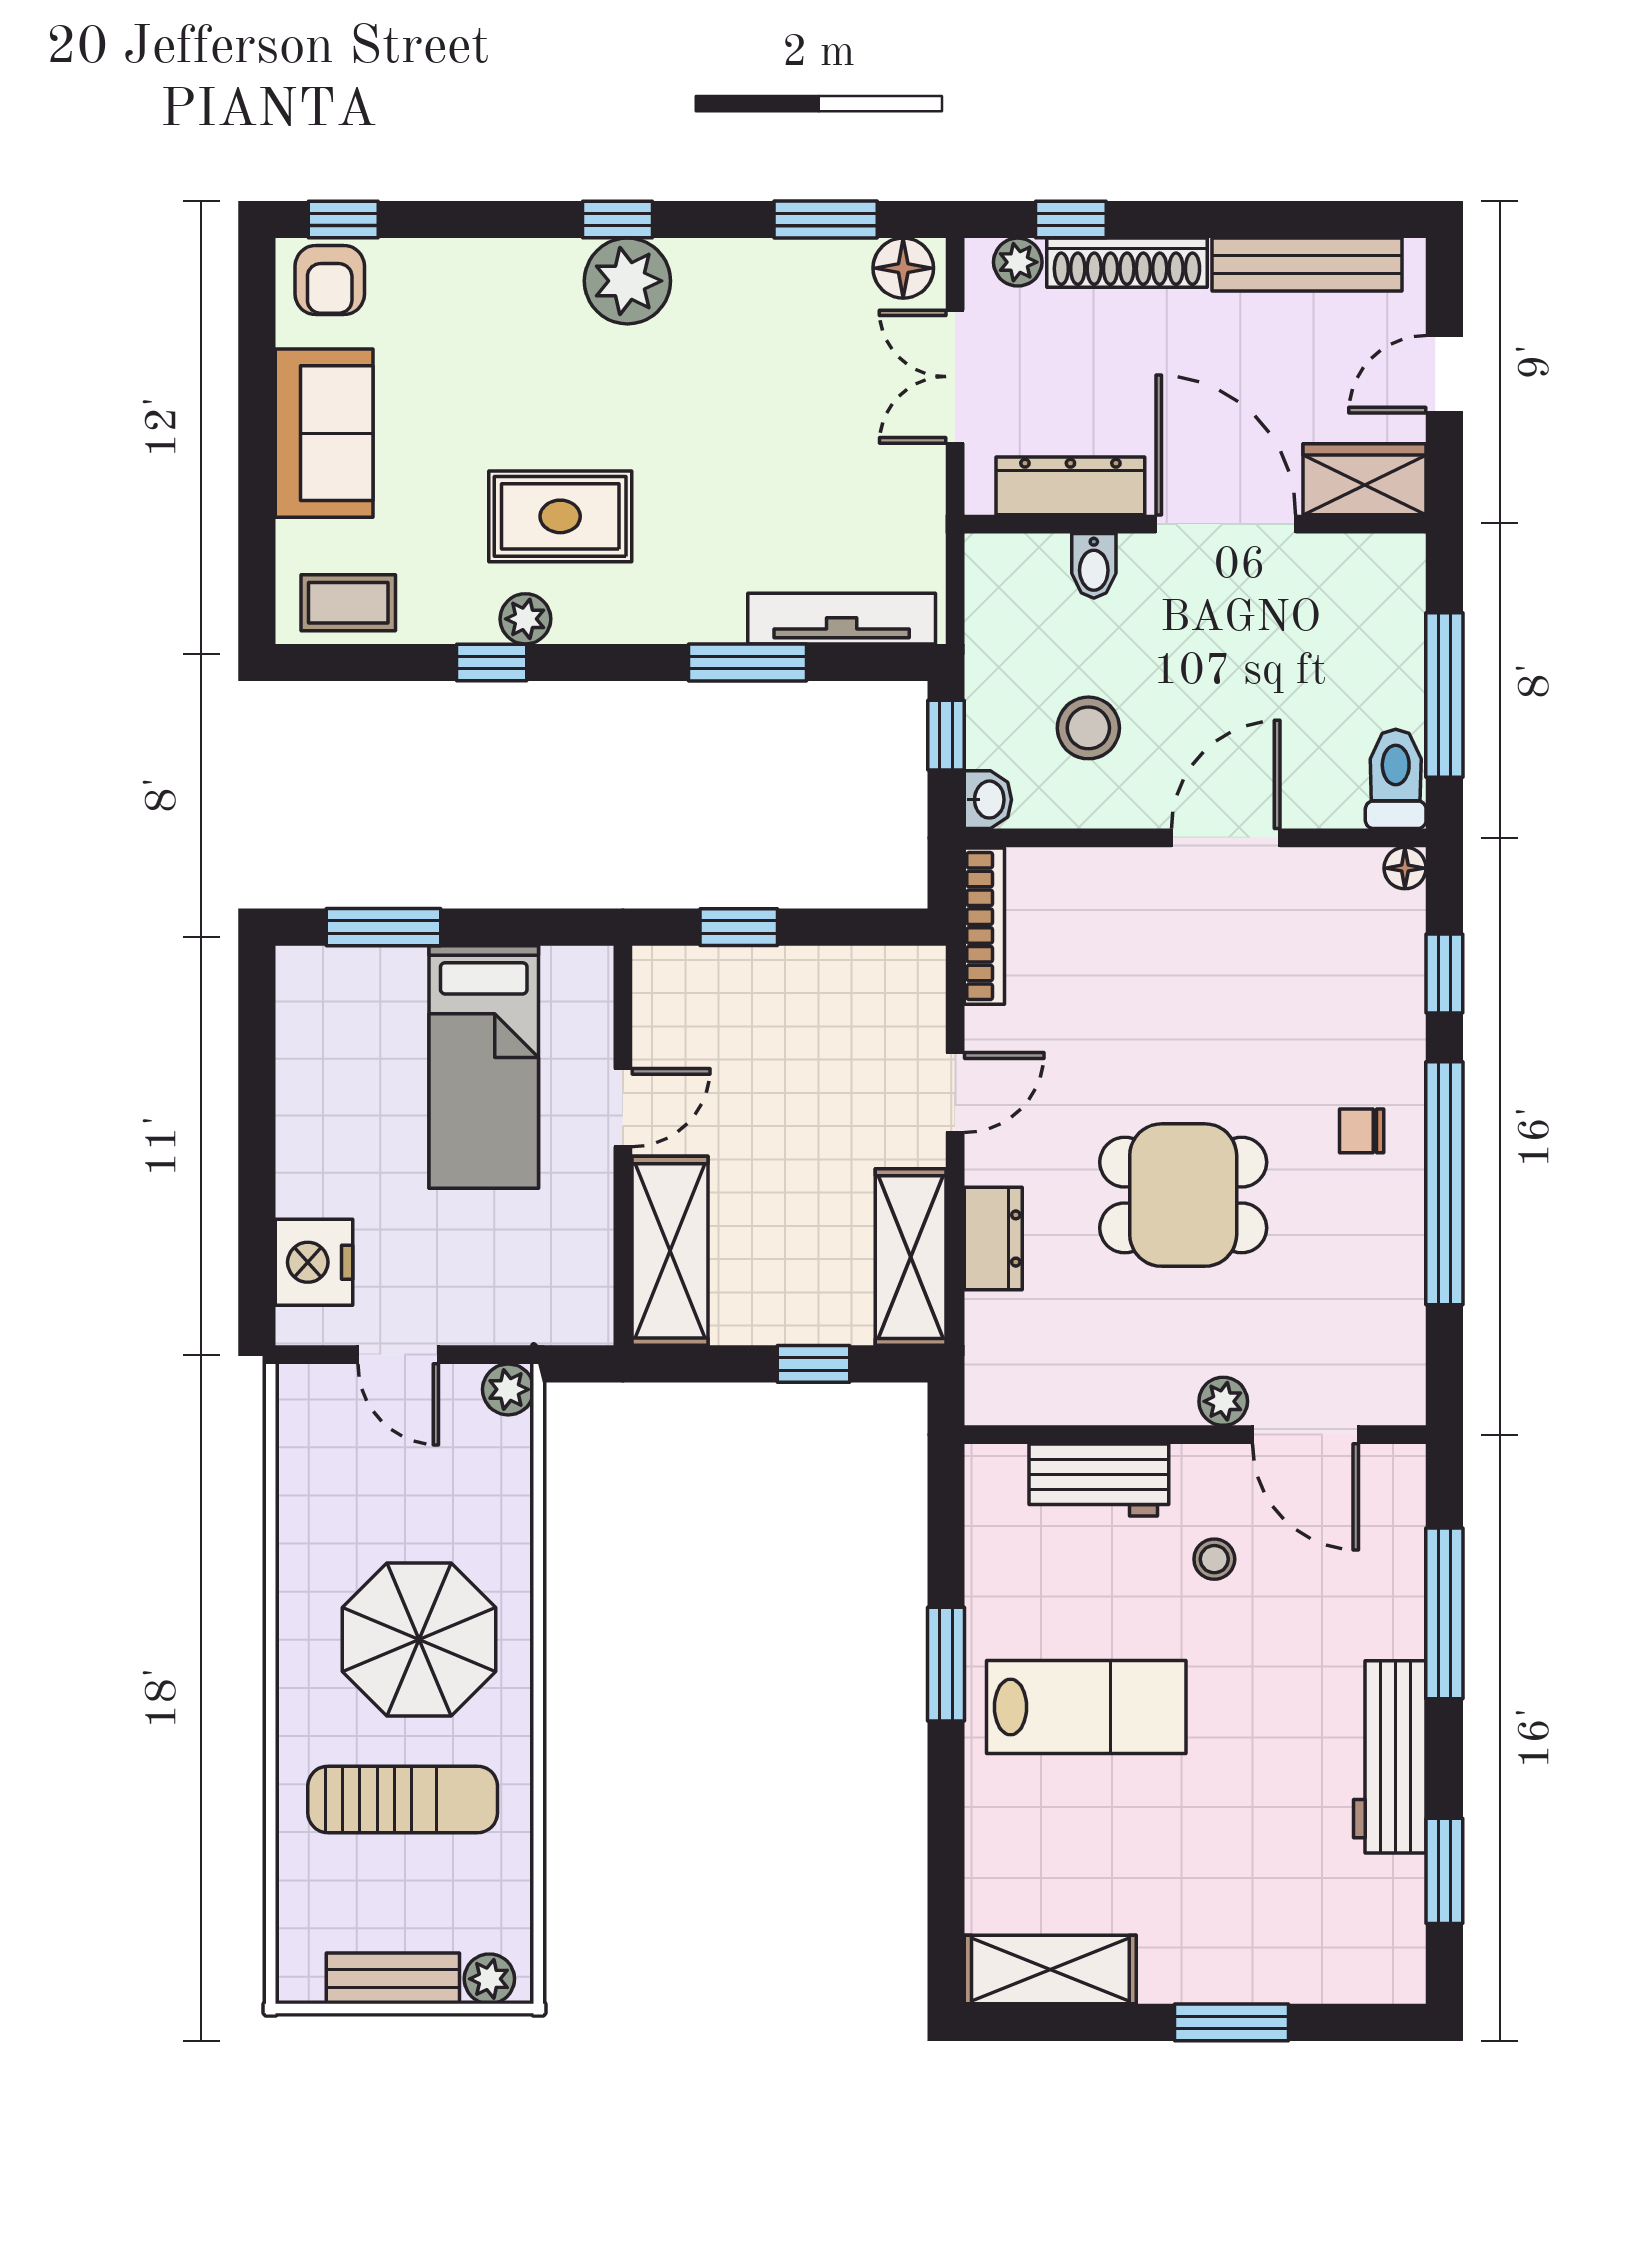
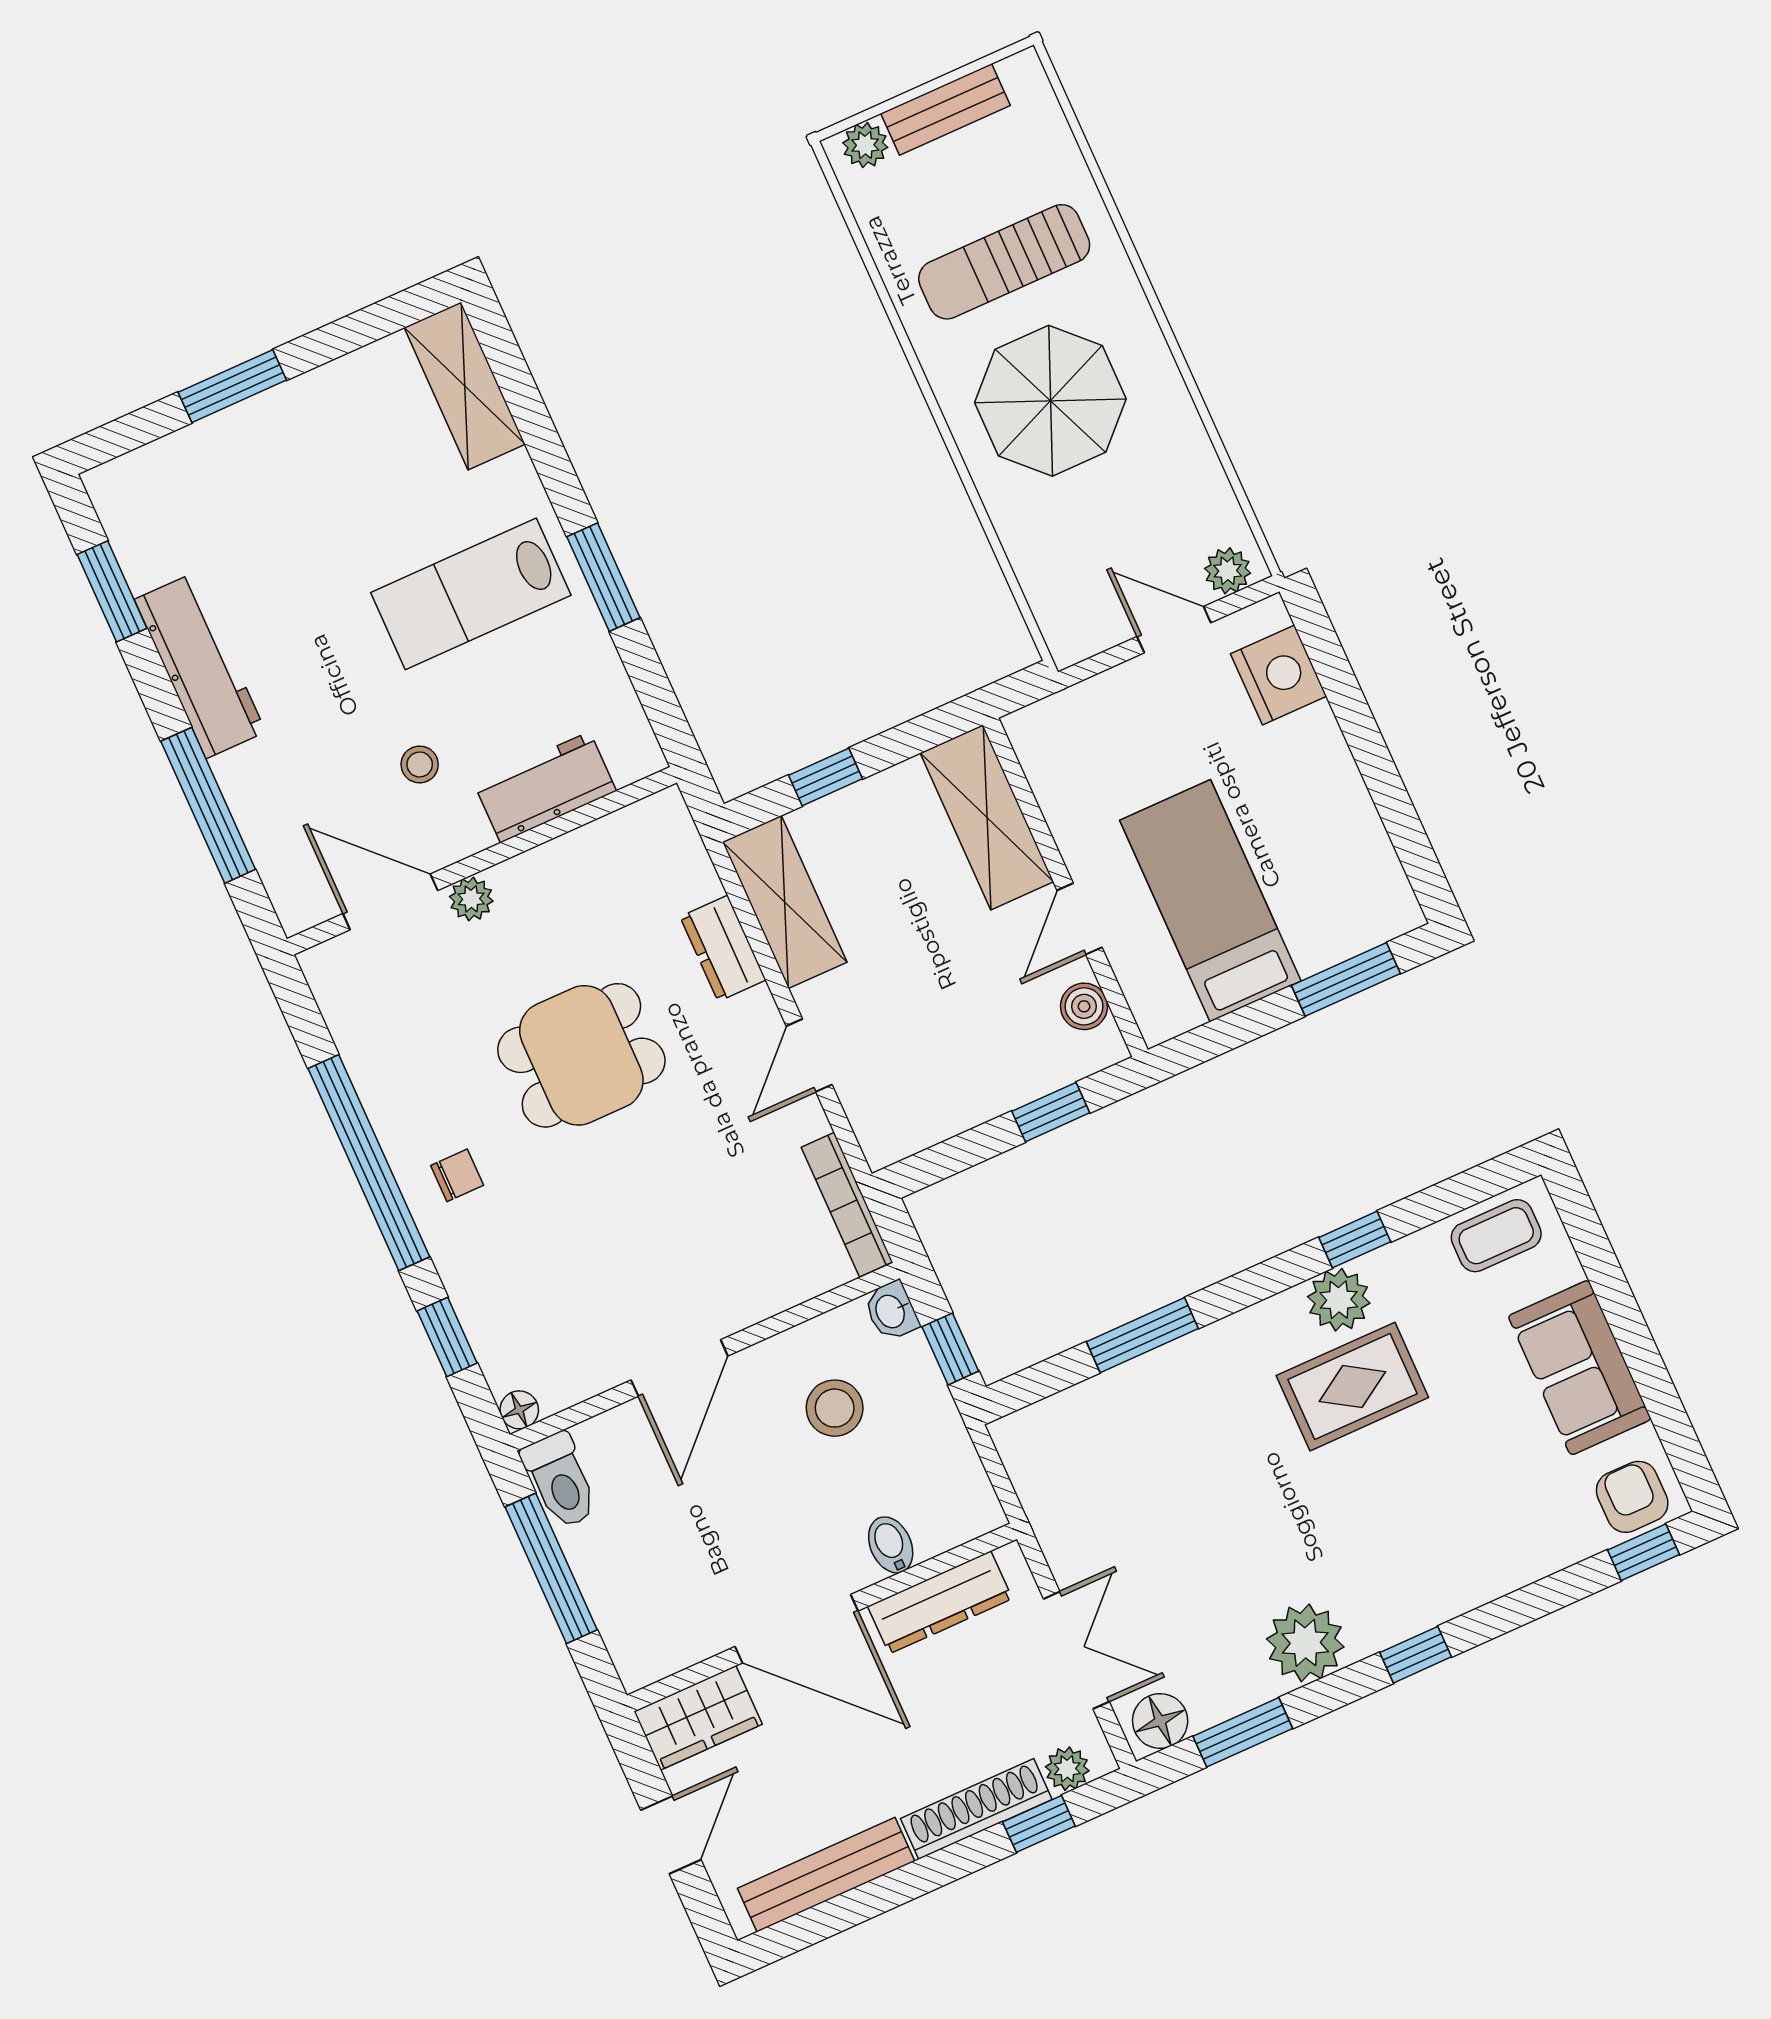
plant: (627, 281) -> (1305, 1643), moved
plant: (525, 619) -> (1339, 1300), width x1.38, depth x1.38
tv unit: (842, 619) -> (1080, 1407), removed
boiler: (658, 1018) -> (1084, 1006), added
plant: (508, 1389) -> (1228, 571), moved
shelving: (1050, 1969) -> (465, 386), moved, turned 90

